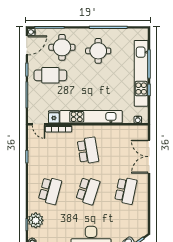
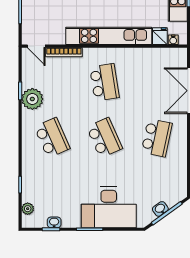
fridge: (54, 117) -> (160, 36), moved
school desk: (50, 191) -> (52, 138), turned -39
school desk: (88, 191) -> (104, 138), turned -42
plant: (36, 220) -> (32, 99), moved

